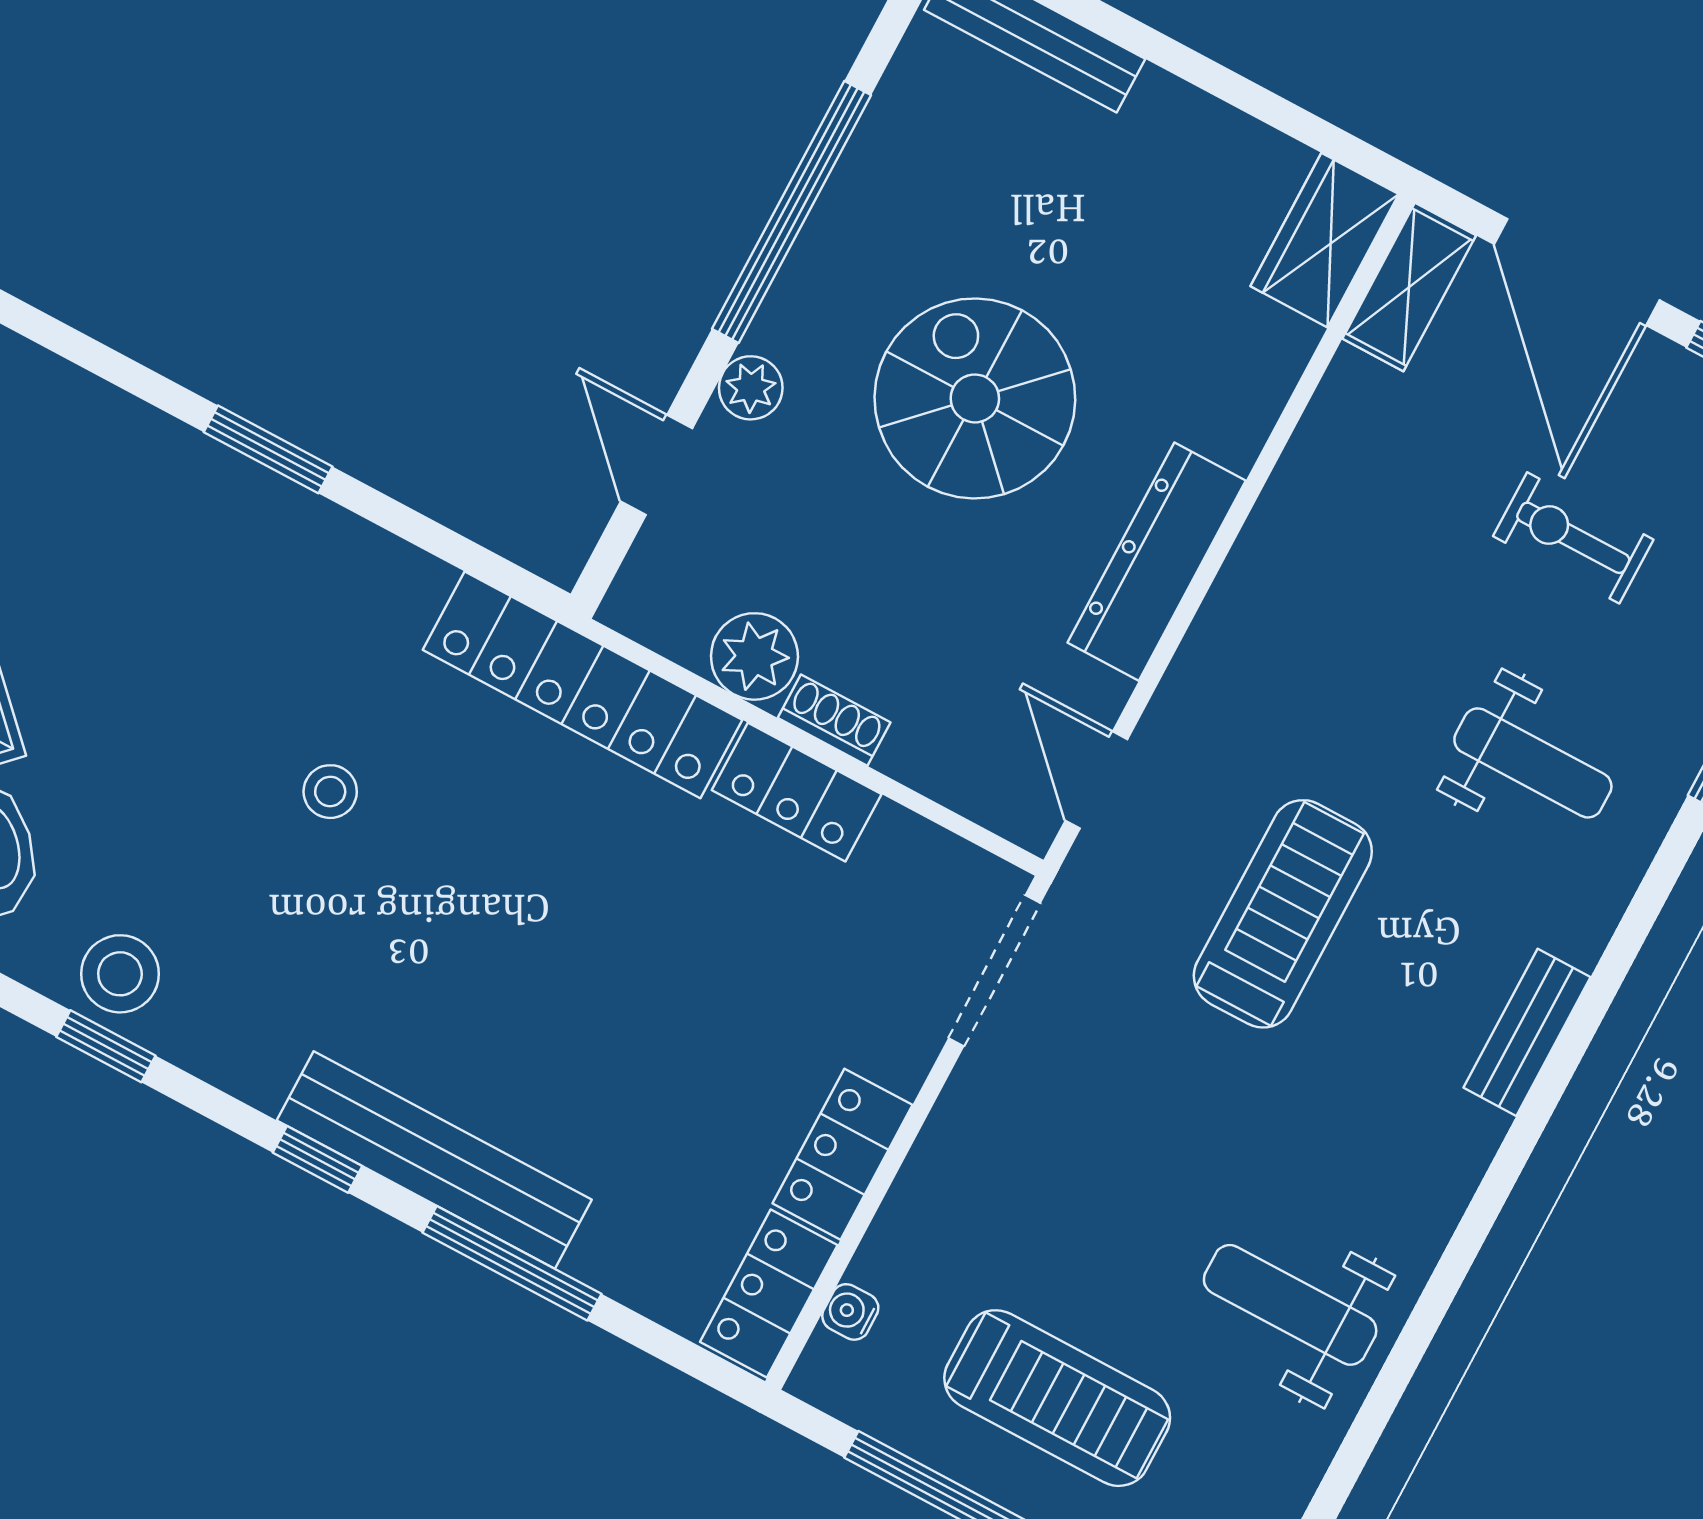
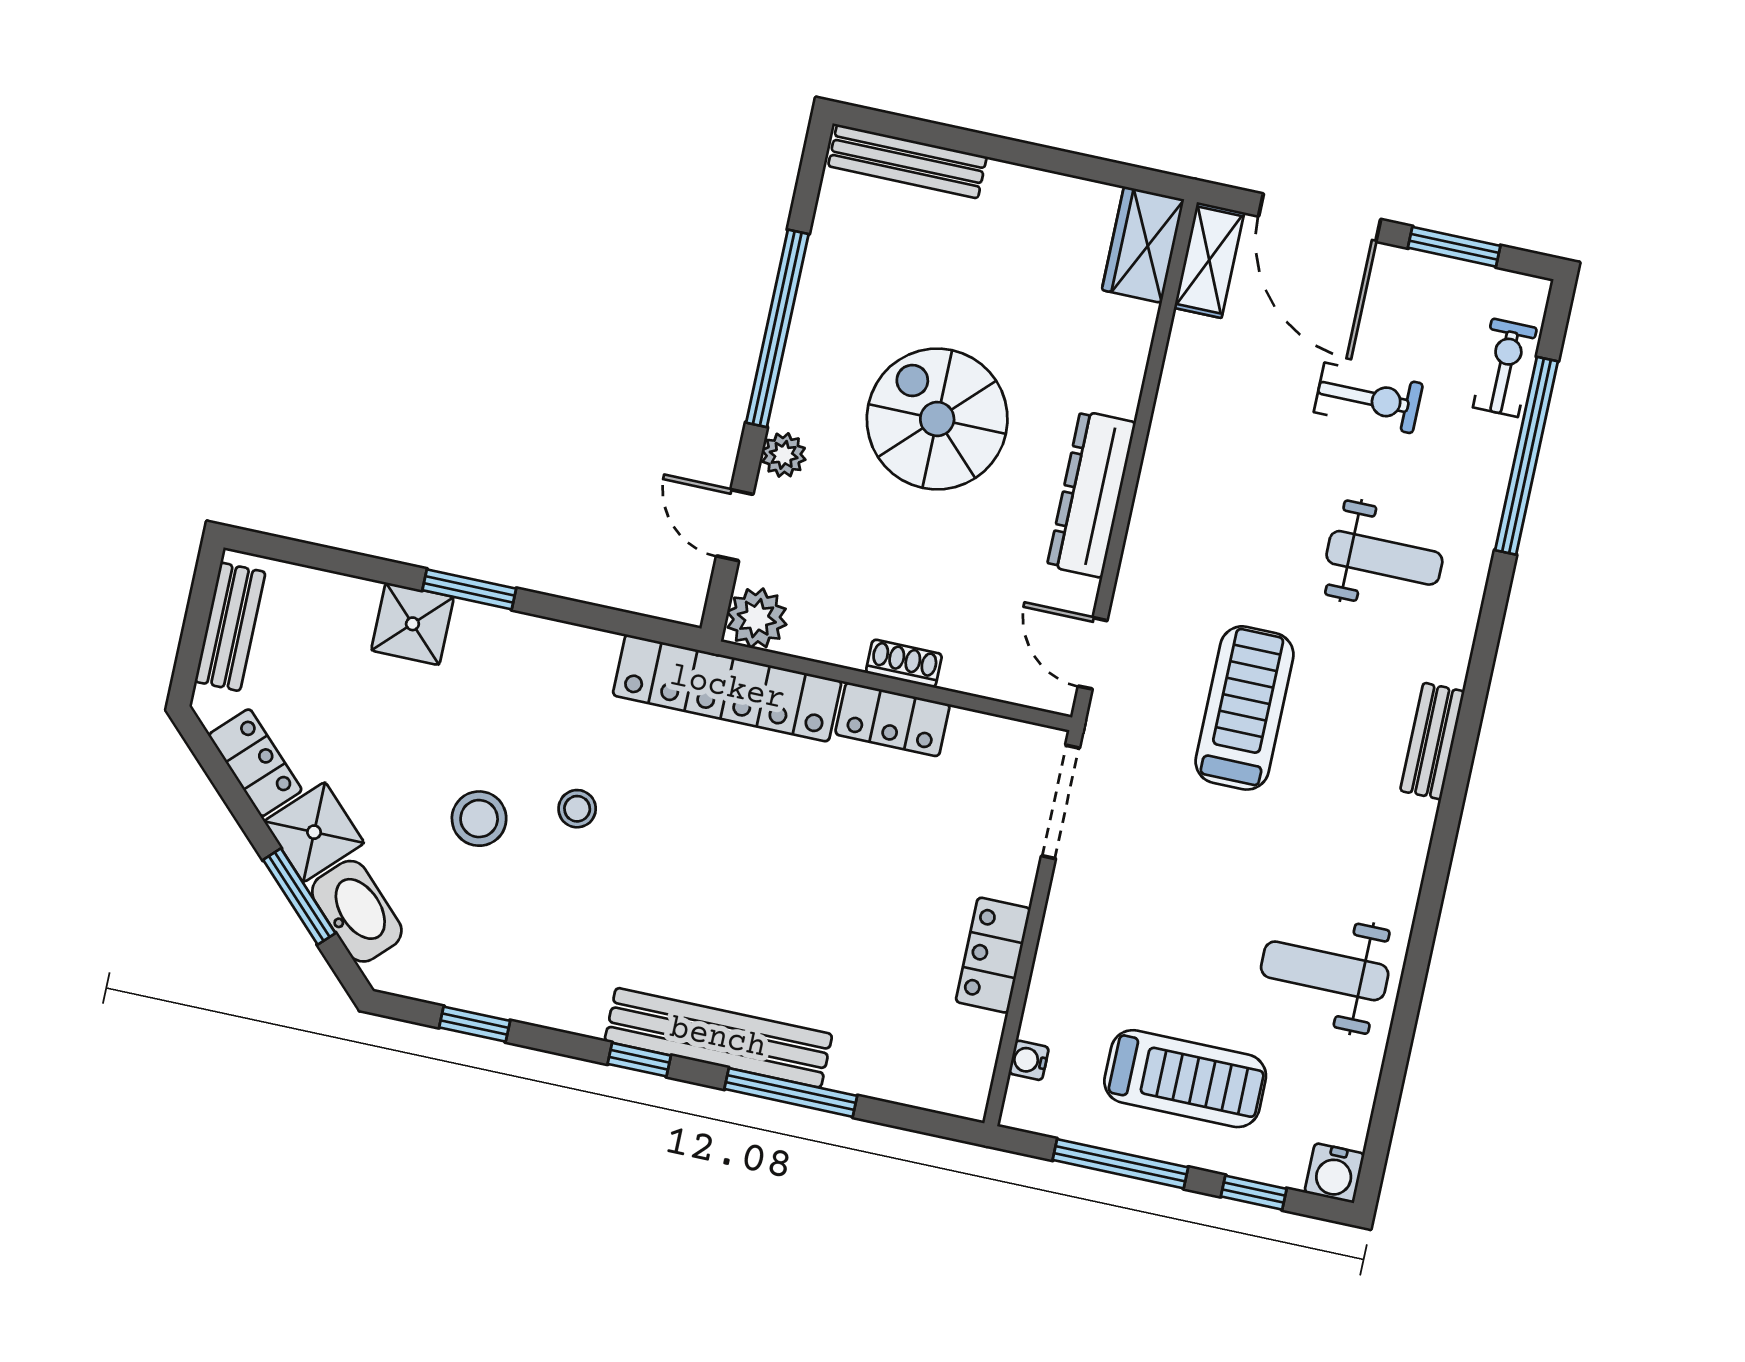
shower: (177, 474) -> (412, 624), added
exercise bike: (1573, 538) -> (1368, 398), turned 180
plant: (754, 656) -> (757, 618), moved
stool: (120, 974) -> (479, 819), moved
locker: (769, 1294) -> (970, 1064), removed

